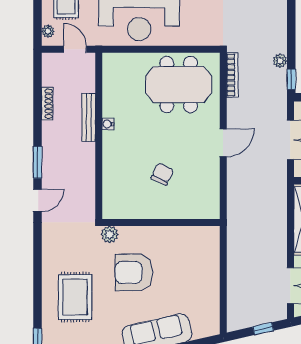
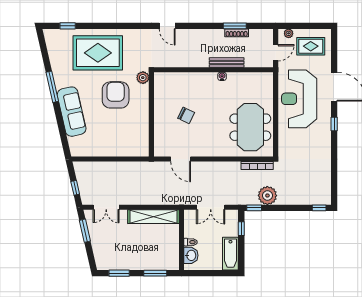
plant: (280, 61) -> (267, 196), width x1.88, depth x1.88
door: (223, 143) -> (181, 159), moved
window: (37, 162) -> (235, 26), moved
rug: (75, 297) -> (98, 53), width x1.37, depth x1.44

